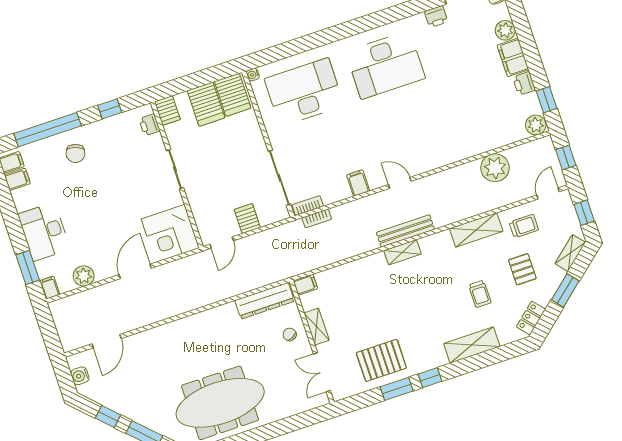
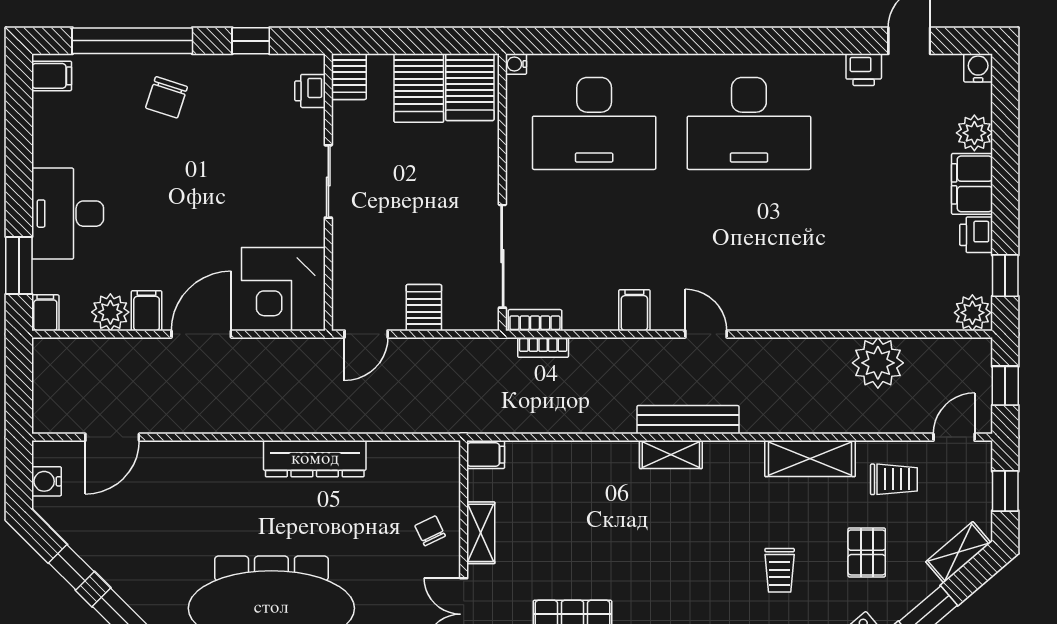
desk: (304, 92) -> (594, 123), turned 180
filing cabinet: (17, 179) -> (147, 311), moved, turned -90
dresser: (265, 301) -> (315, 459), moved

